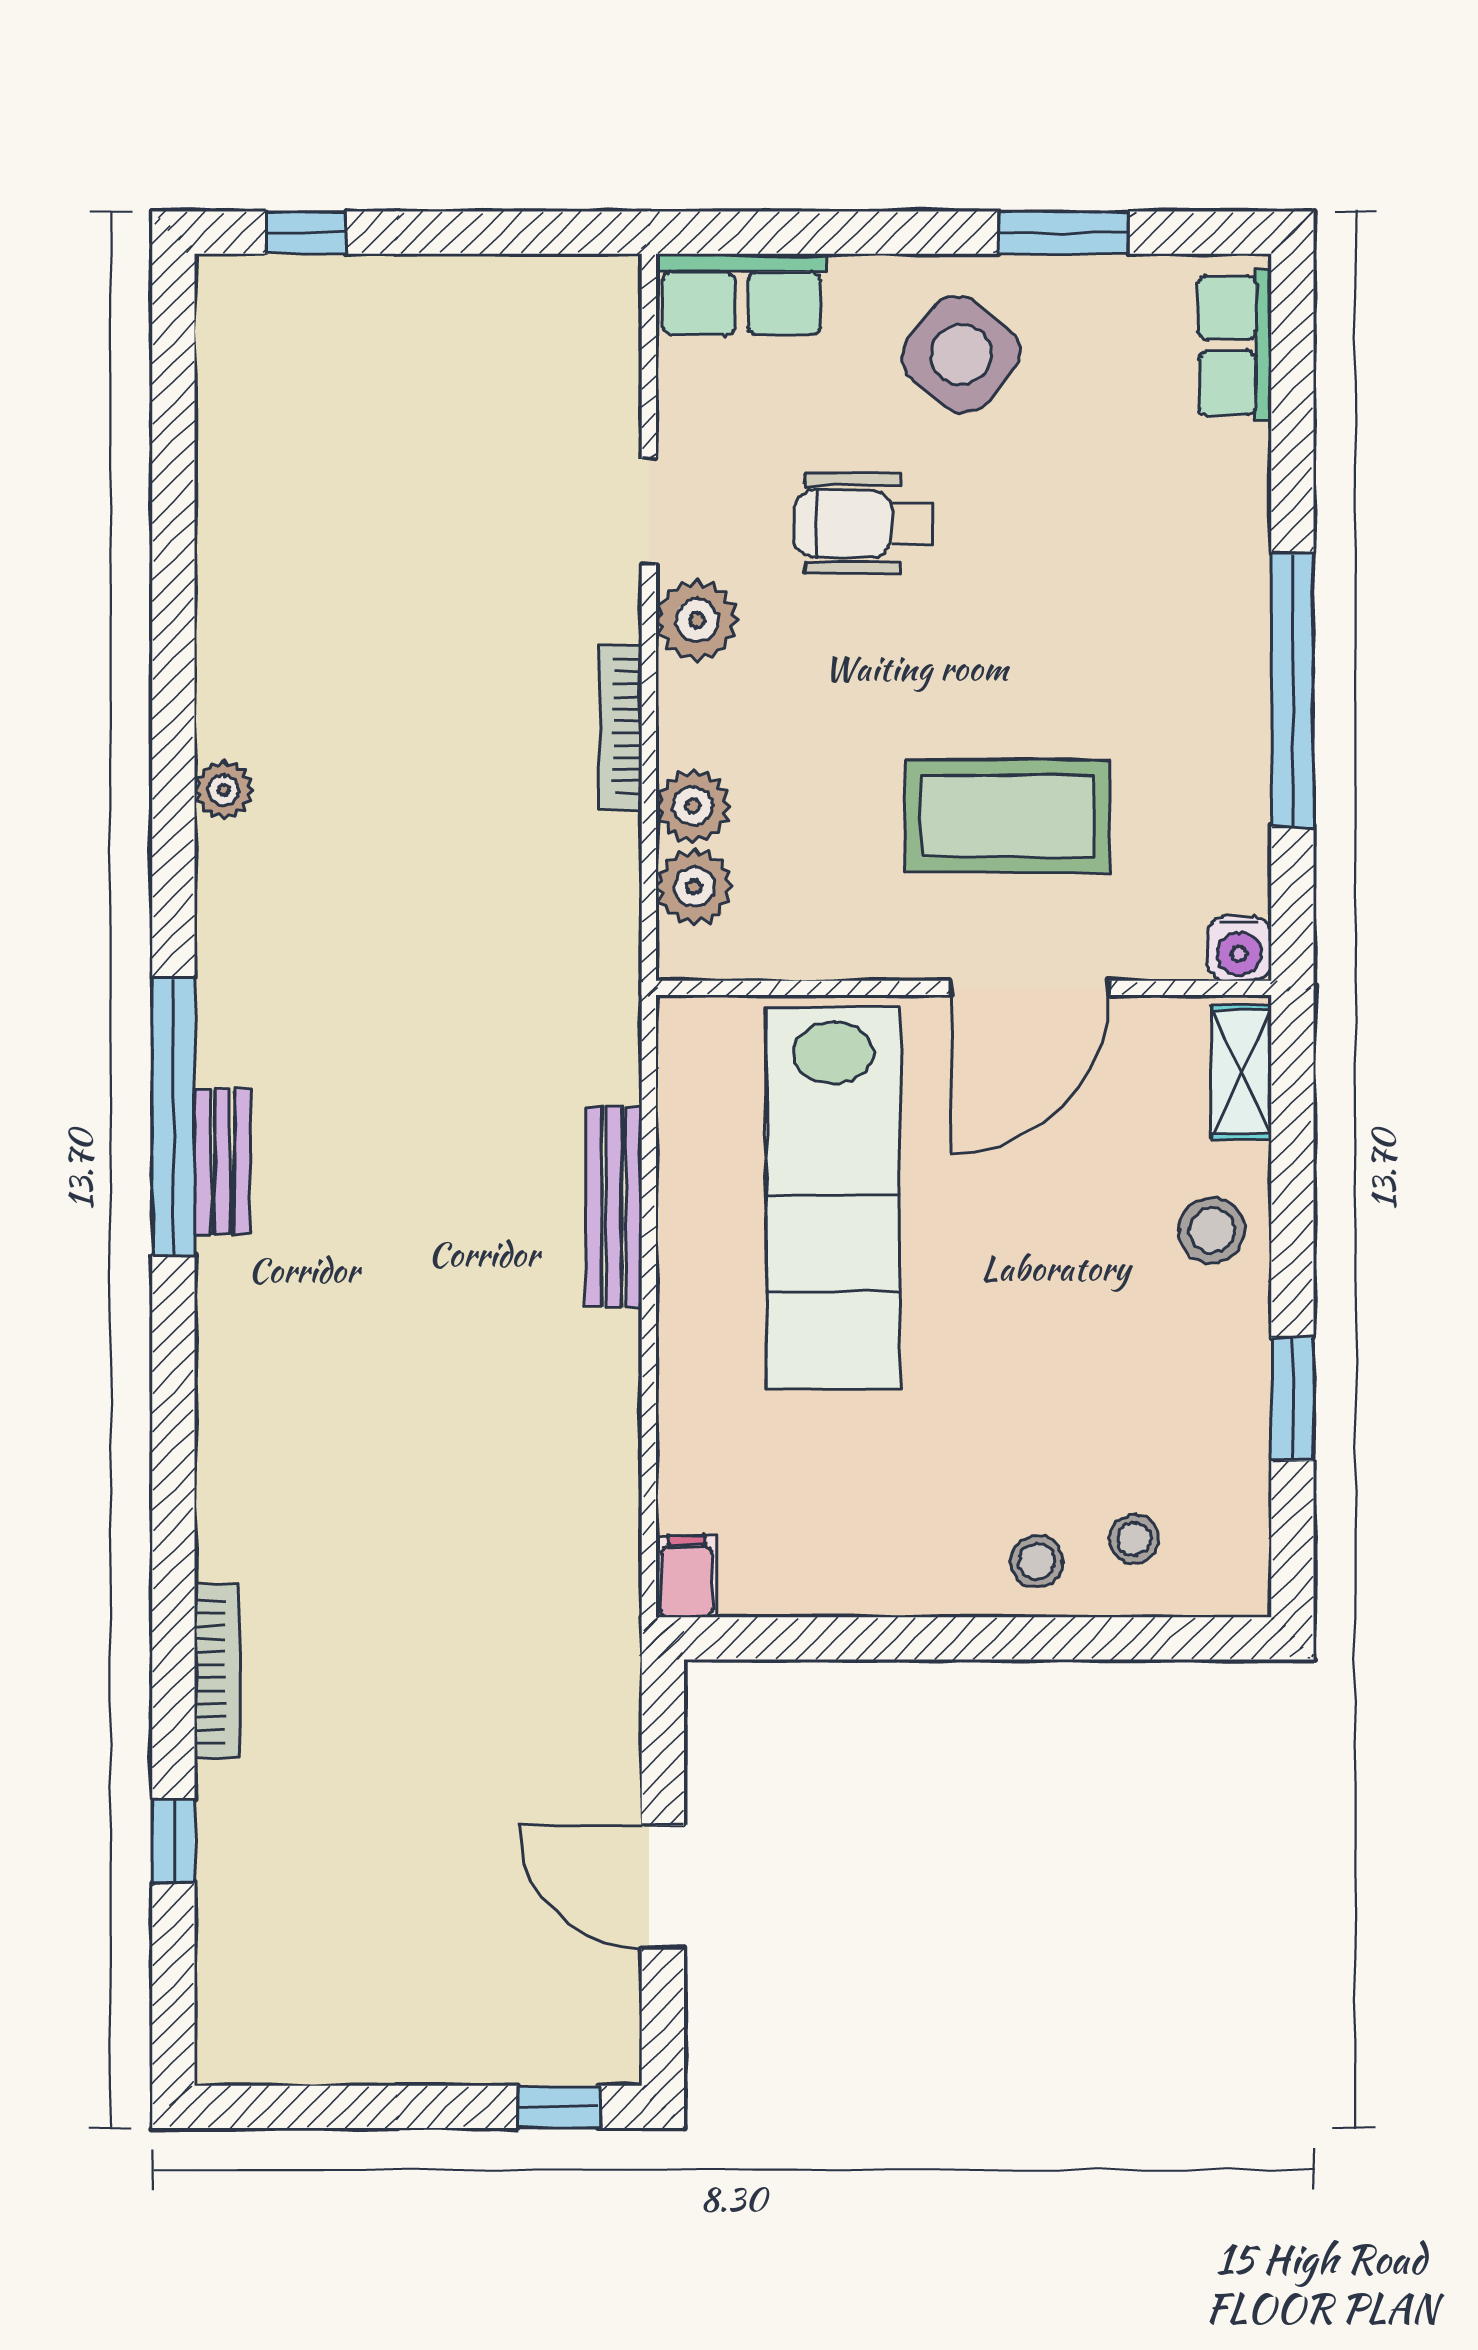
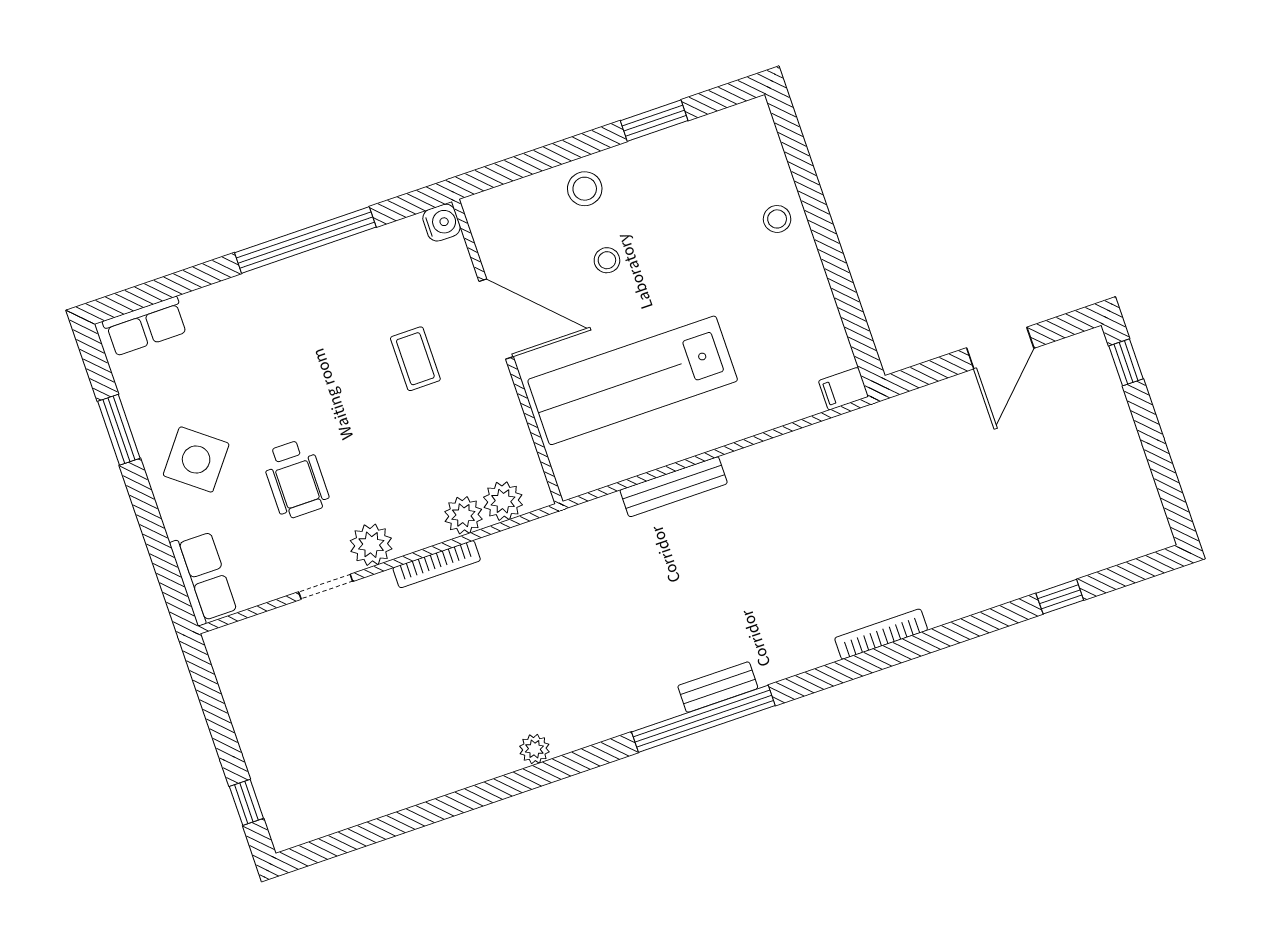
coffee table: (1008, 816) -> (415, 359), width x0.54, depth x0.58
shelving: (1241, 1072) -> (502, 201), removed
lab bench: (833, 1198) -> (633, 380), turned 180
stool: (1134, 1539) -> (607, 260), moved
bookcase: (217, 1671) -> (881, 634), moved

